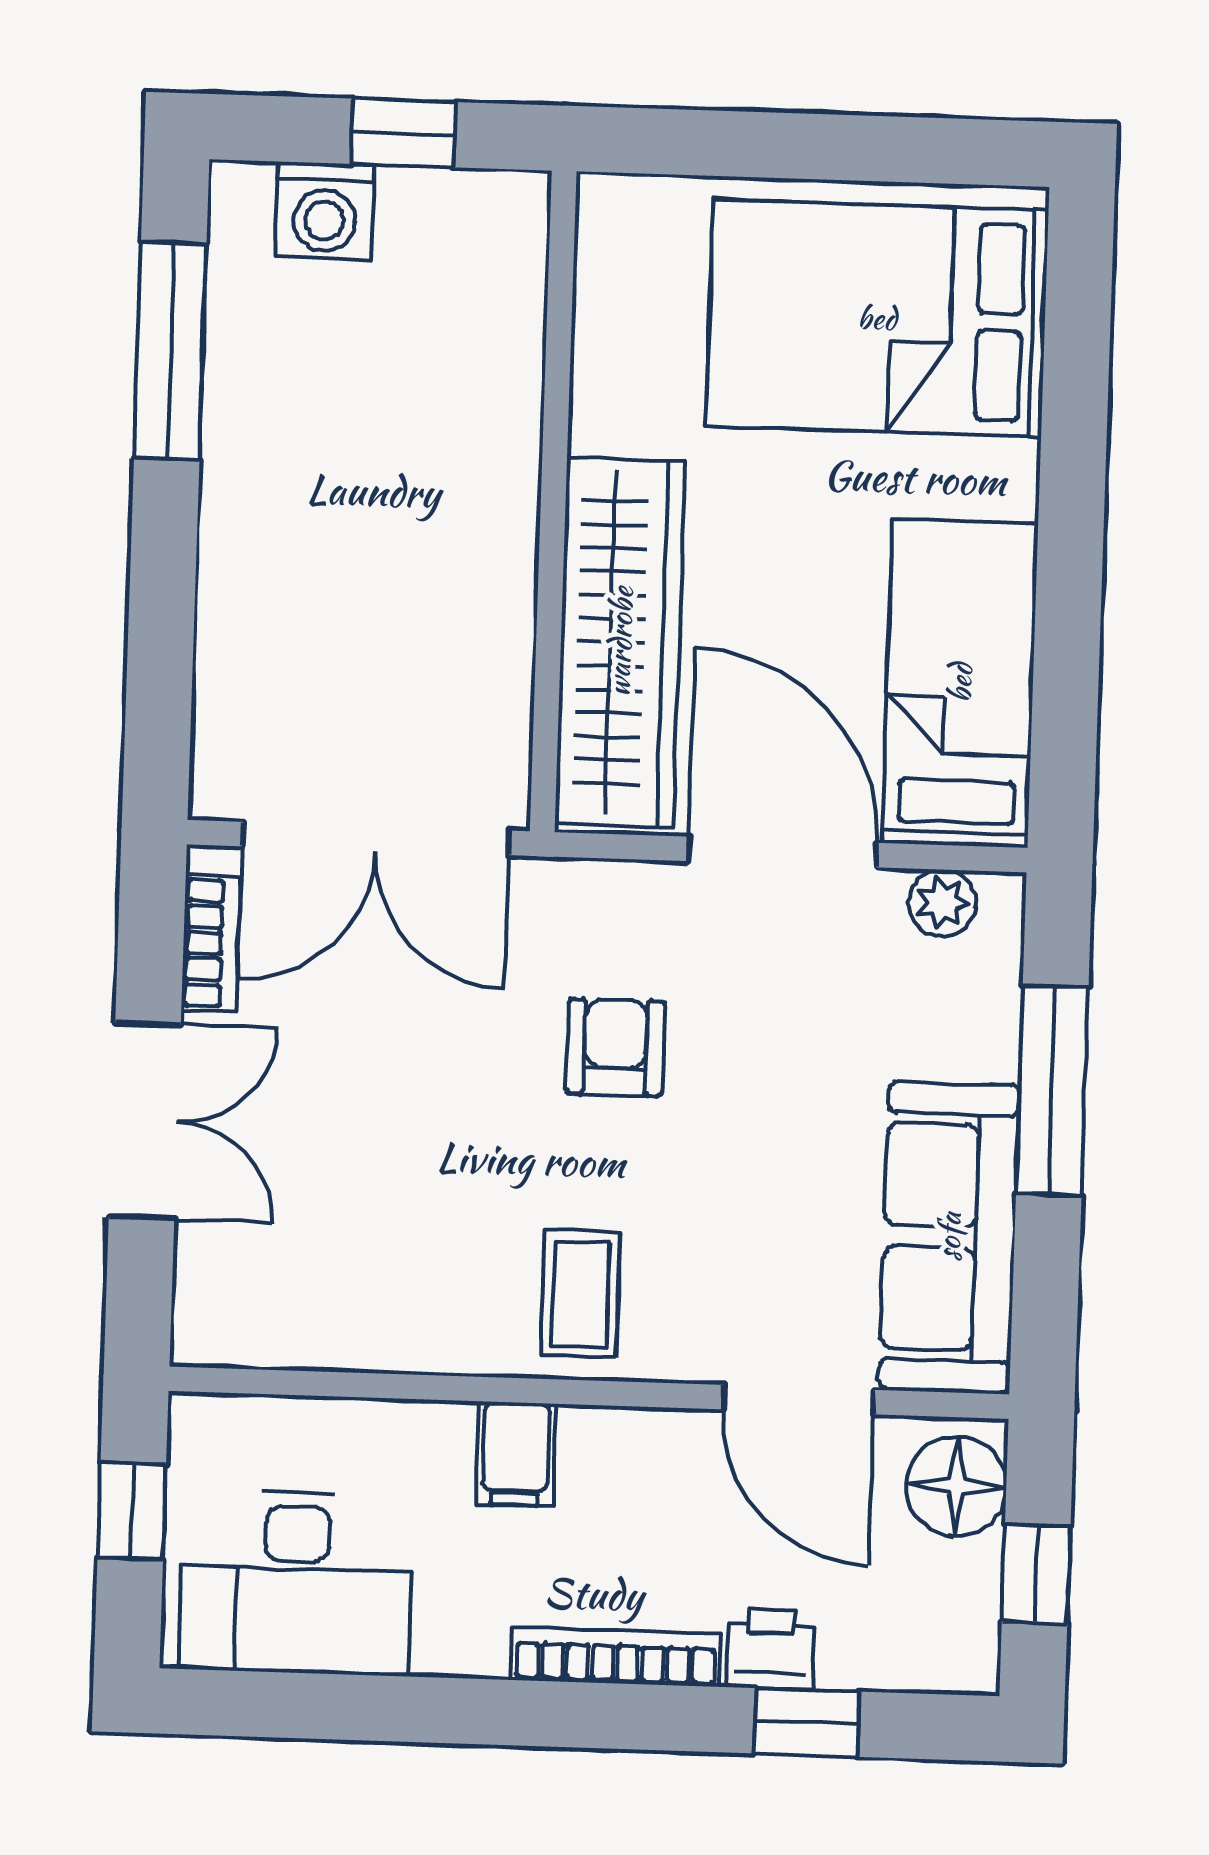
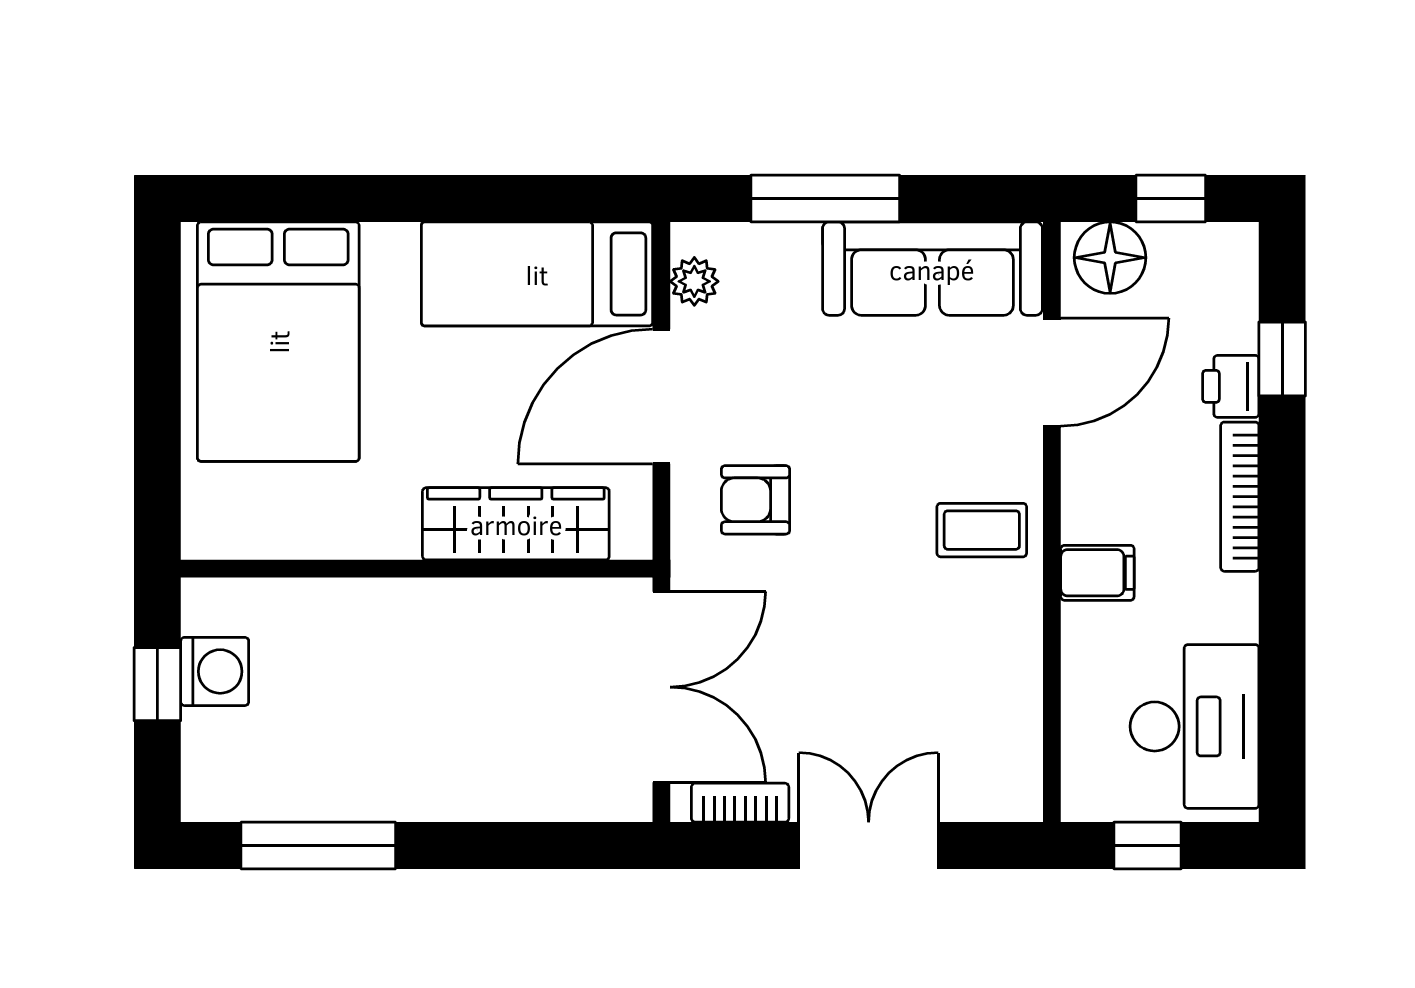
washing machine: (325, 211) -> (215, 671), moved
wardrobe: (620, 642) -> (516, 524), width x0.71, depth x0.85
armchair: (615, 1047) -> (755, 500), moved

